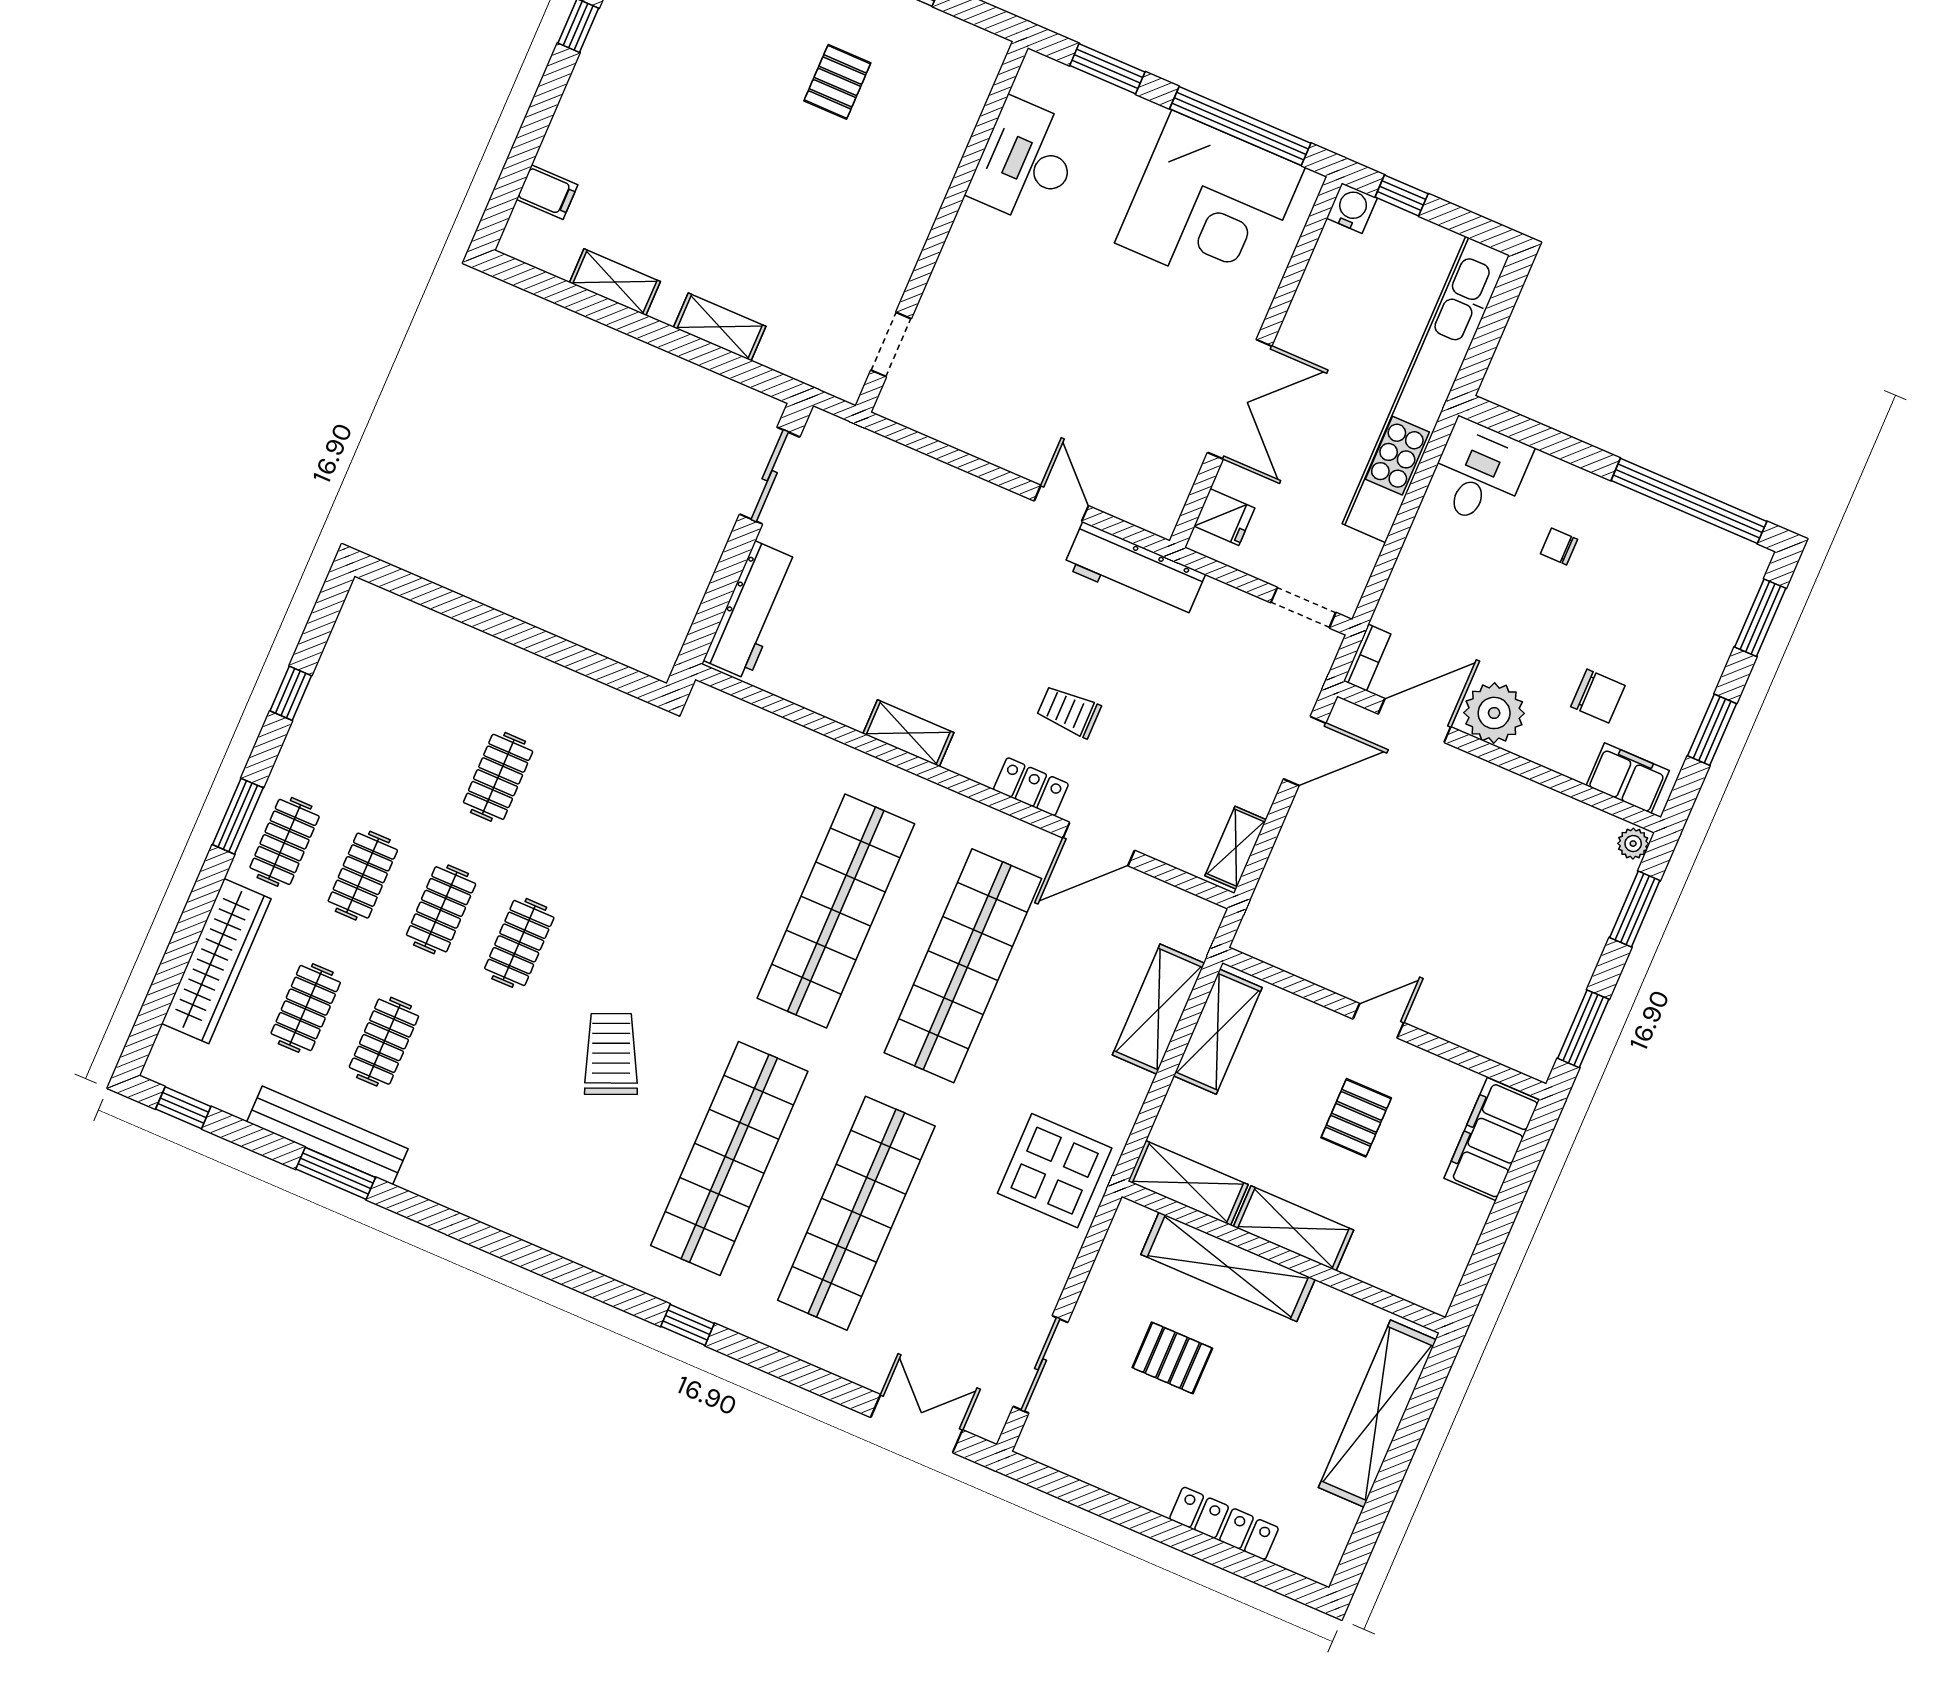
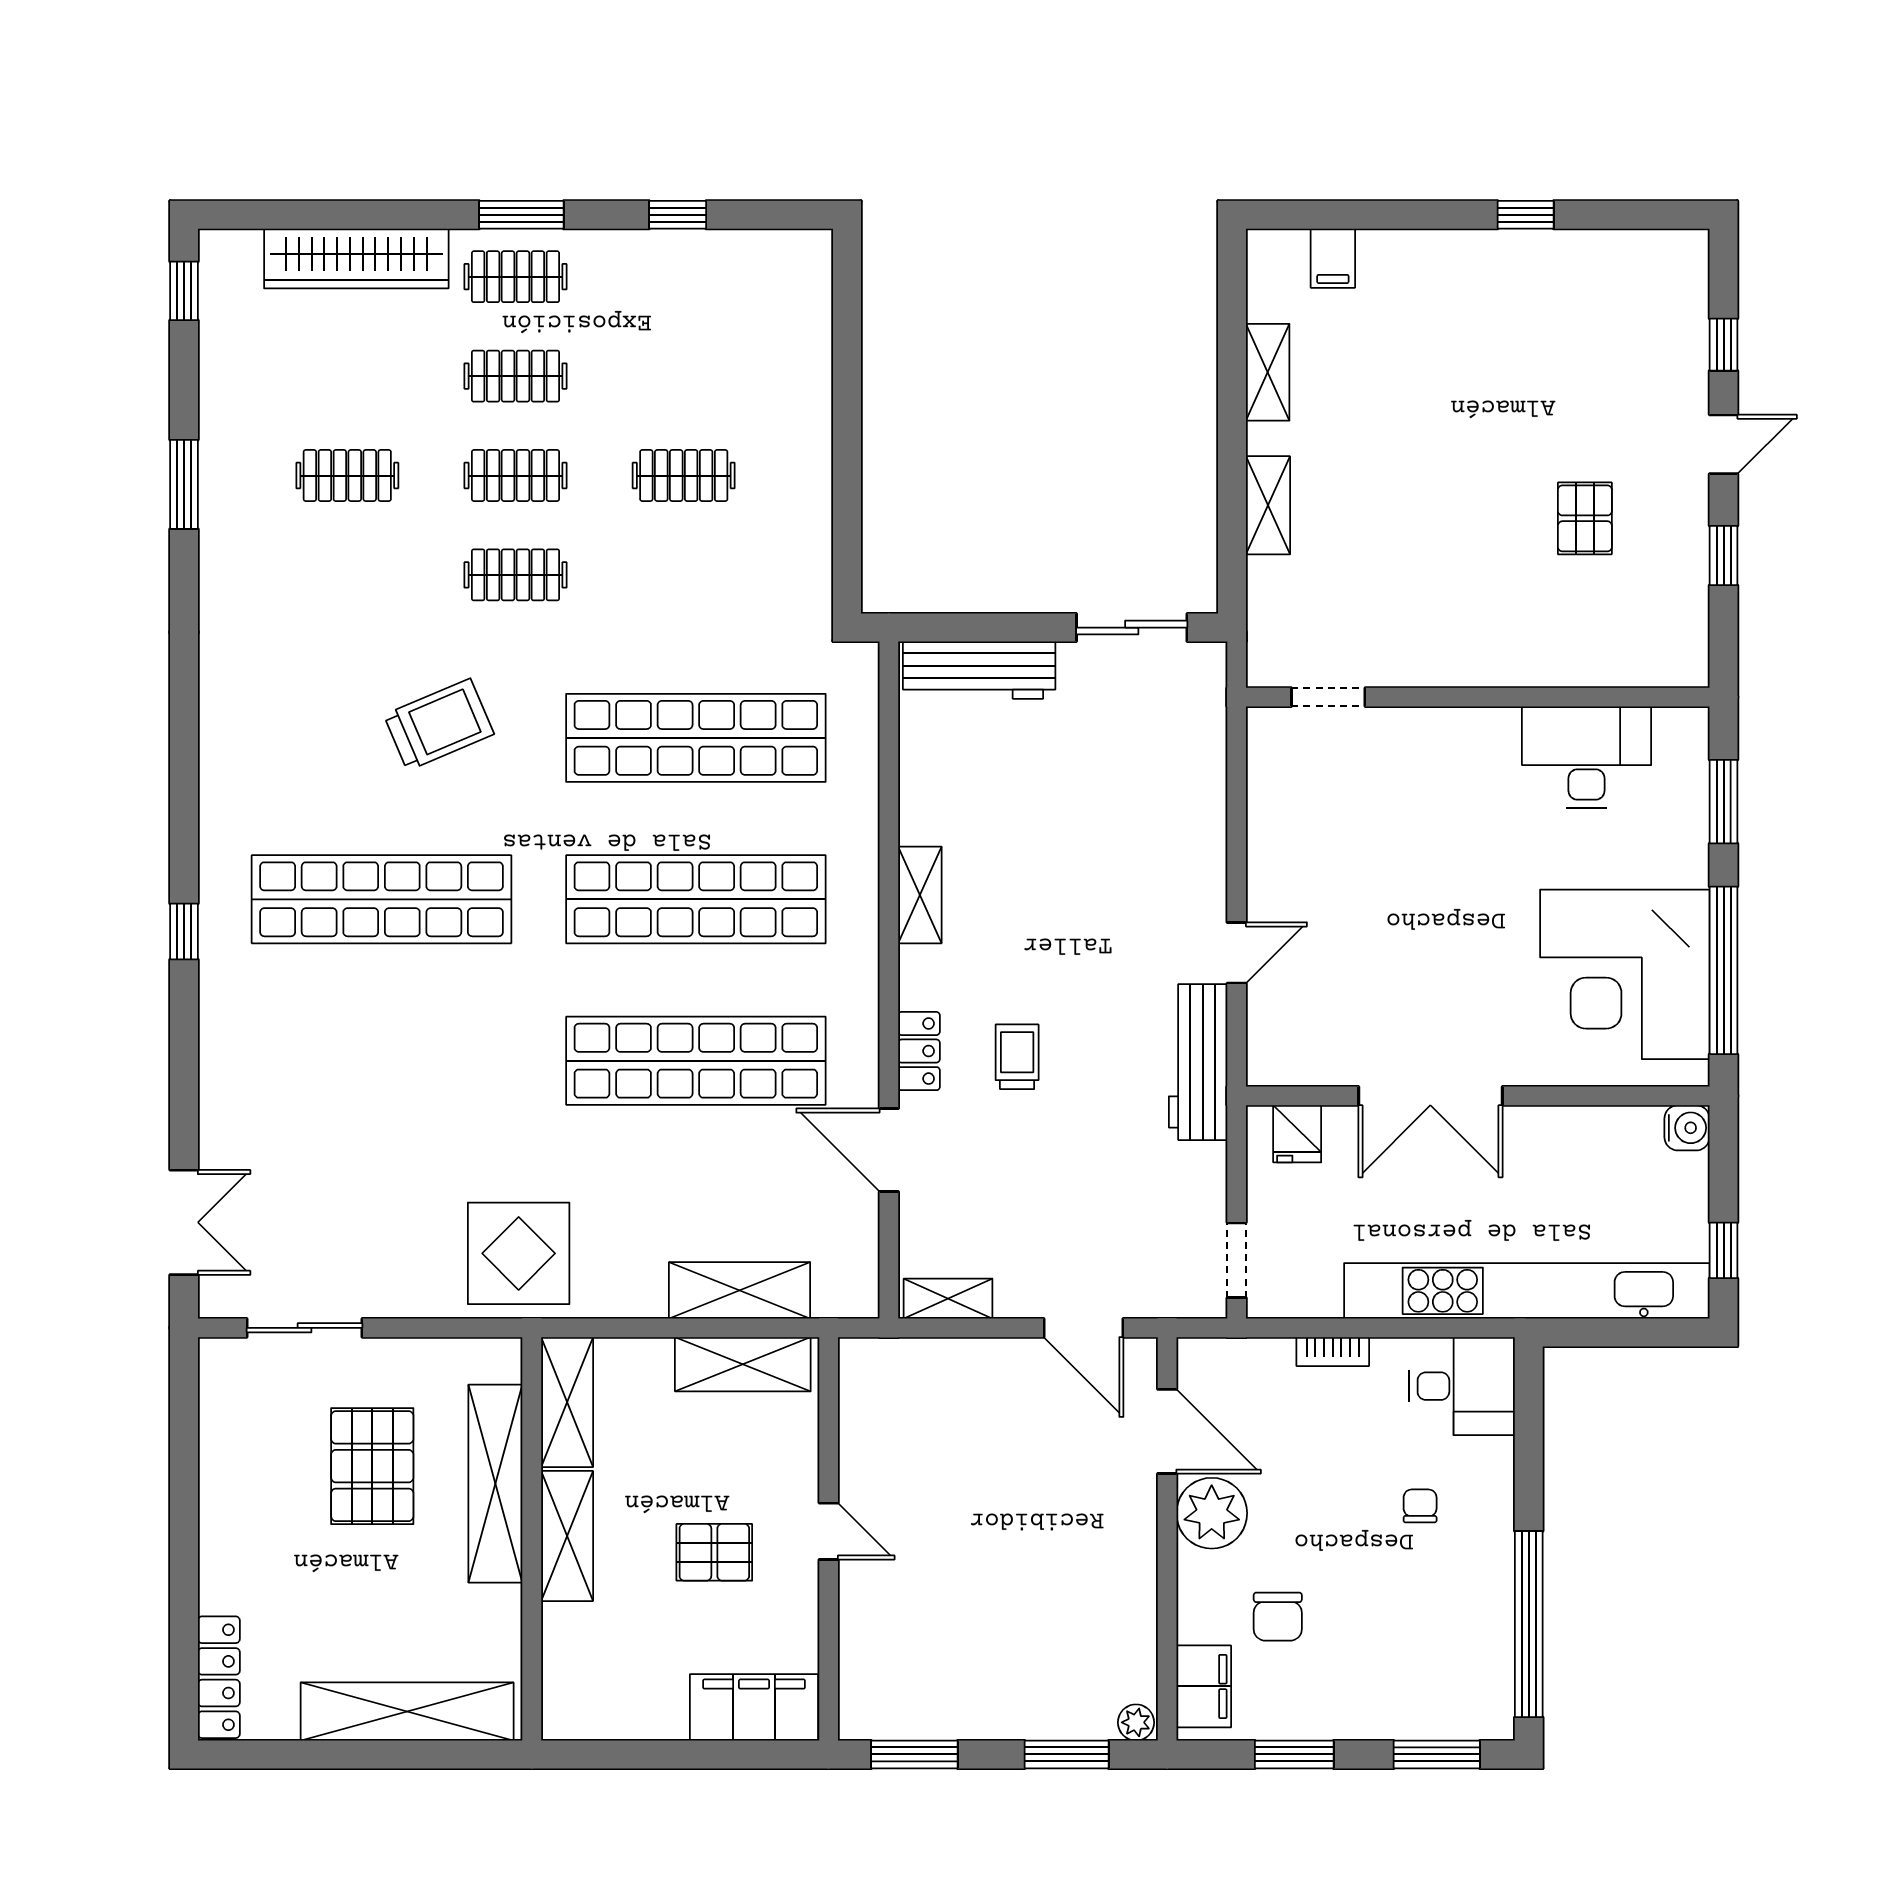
pallet: (837, 82) -> (1585, 518), turned 90
window: (1402, 195) -> (1724, 1250), moved
bookcase: (1367, 657) -> (1333, 1352), moved
clothes rail: (306, 1008) -> (347, 376), removed
bench: (327, 1135) -> (221, 458), removed
shop shelf: (856, 1213) -> (696, 738), moved
pallet: (1172, 1358) -> (372, 1466), width x1.50, depth x1.42
locker: (1224, 1523) -> (219, 1677), moved

